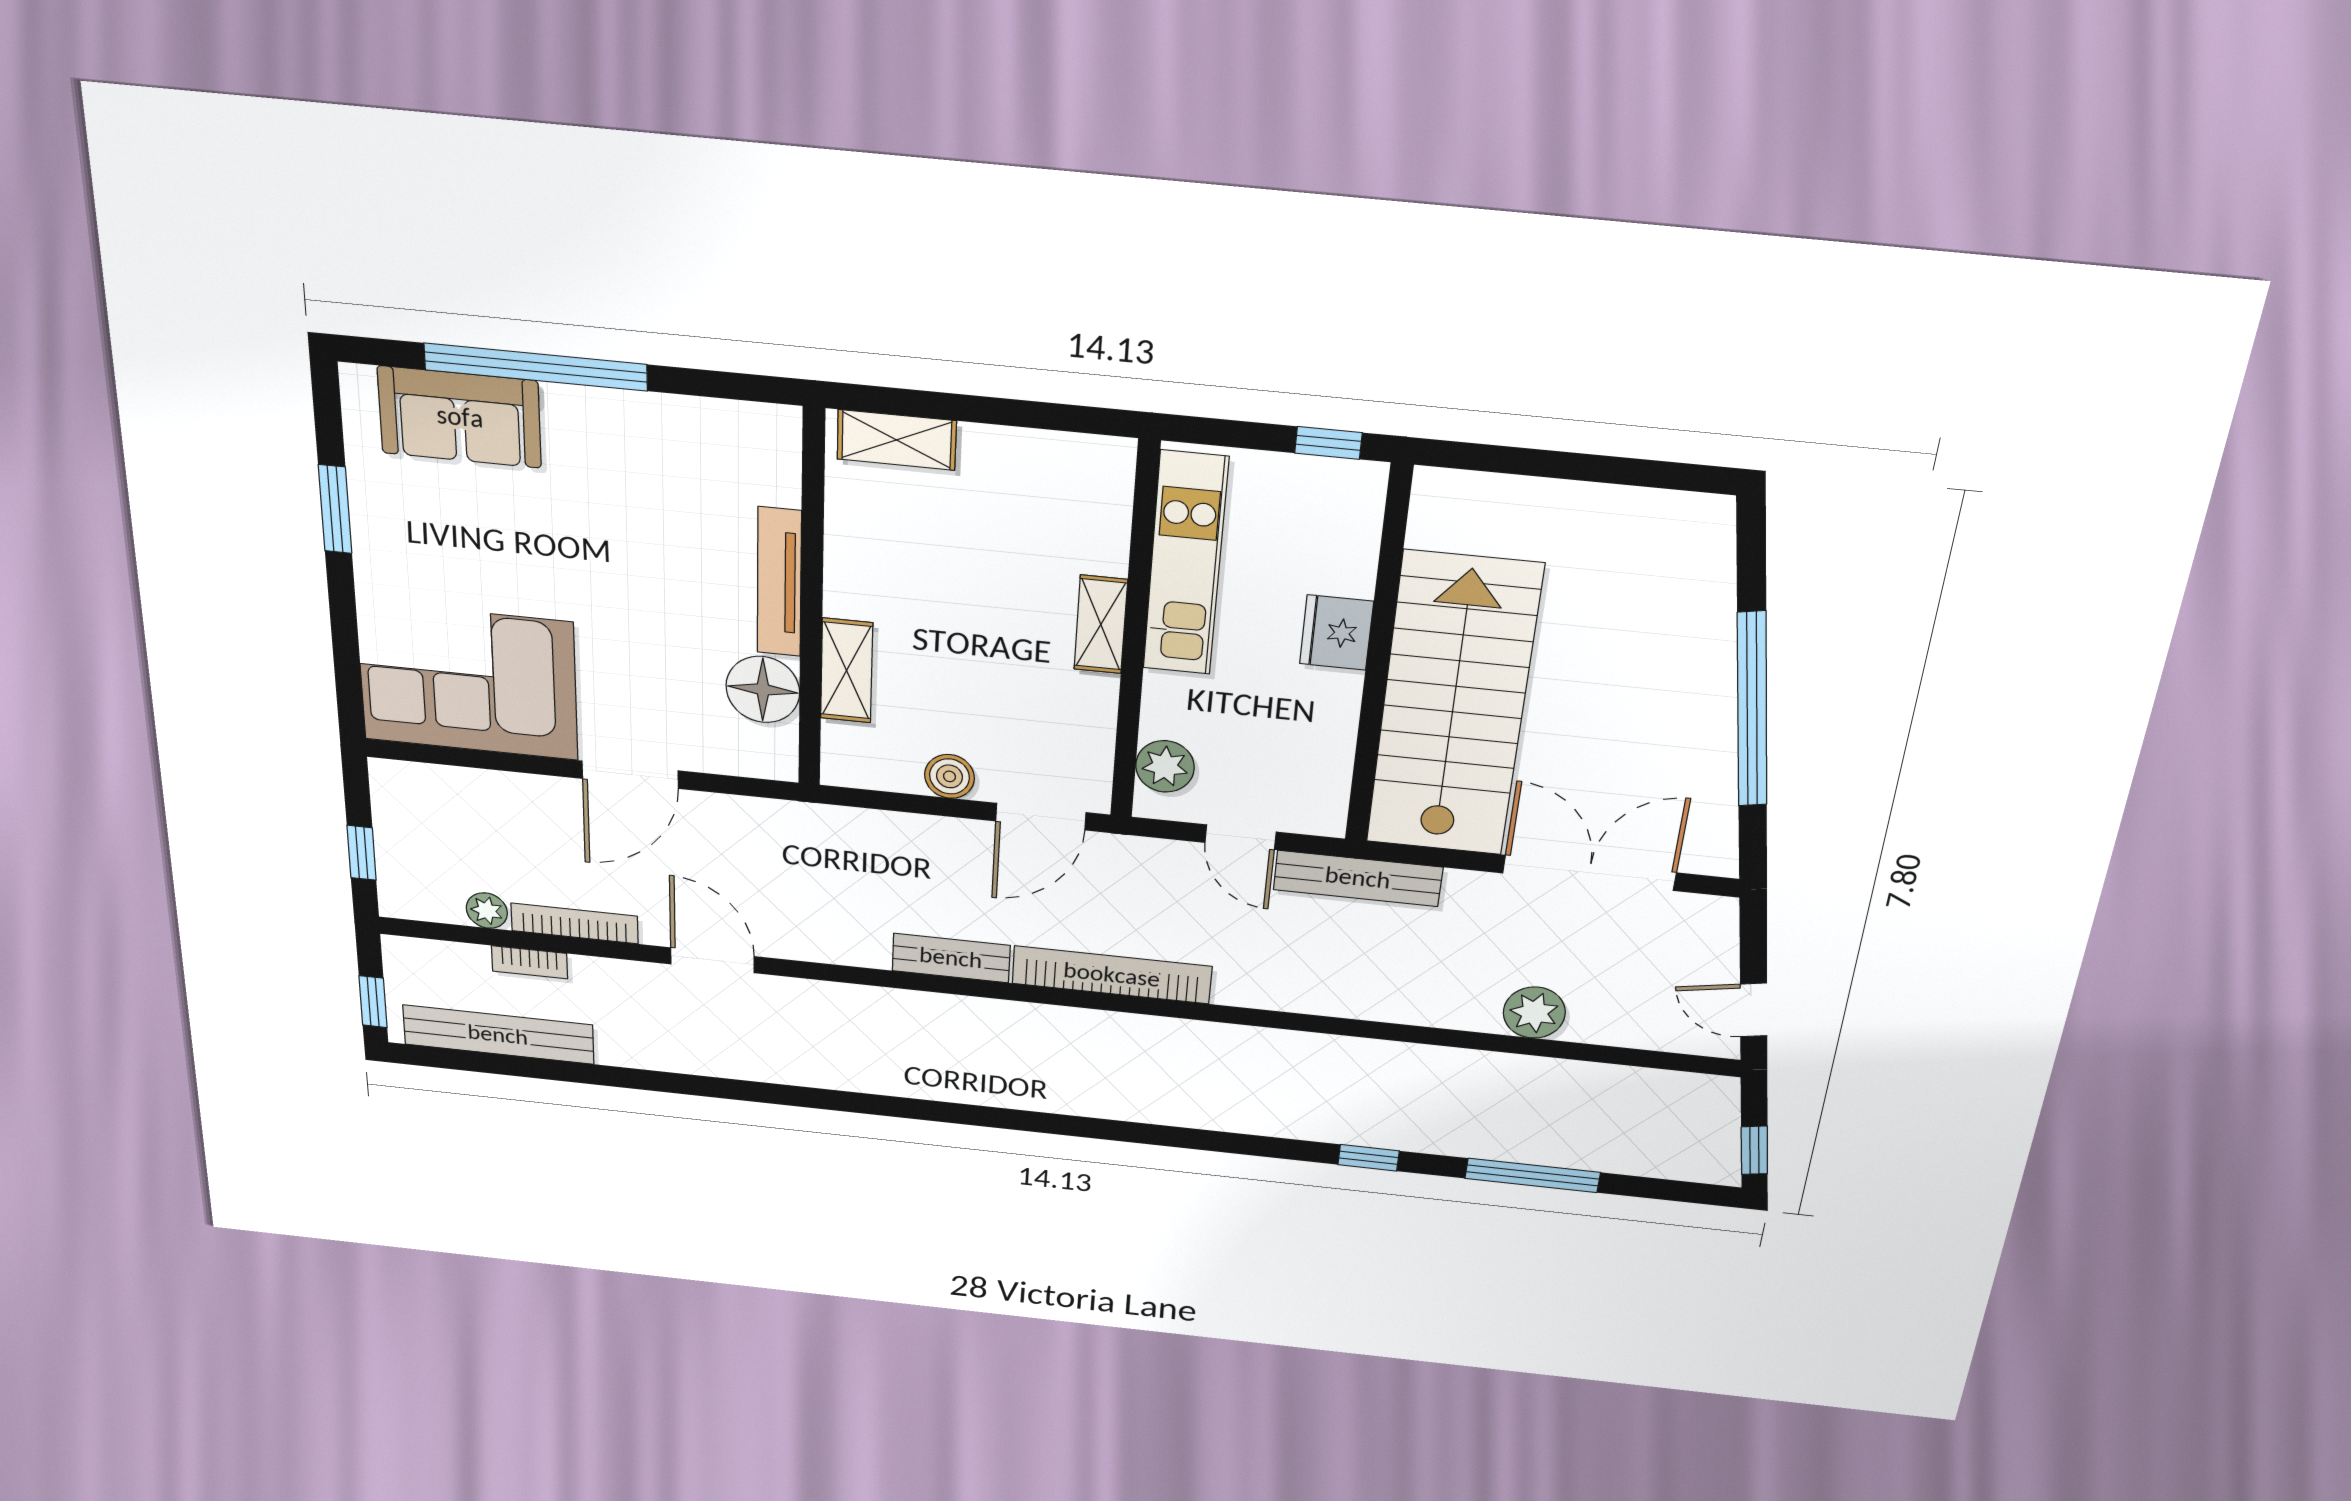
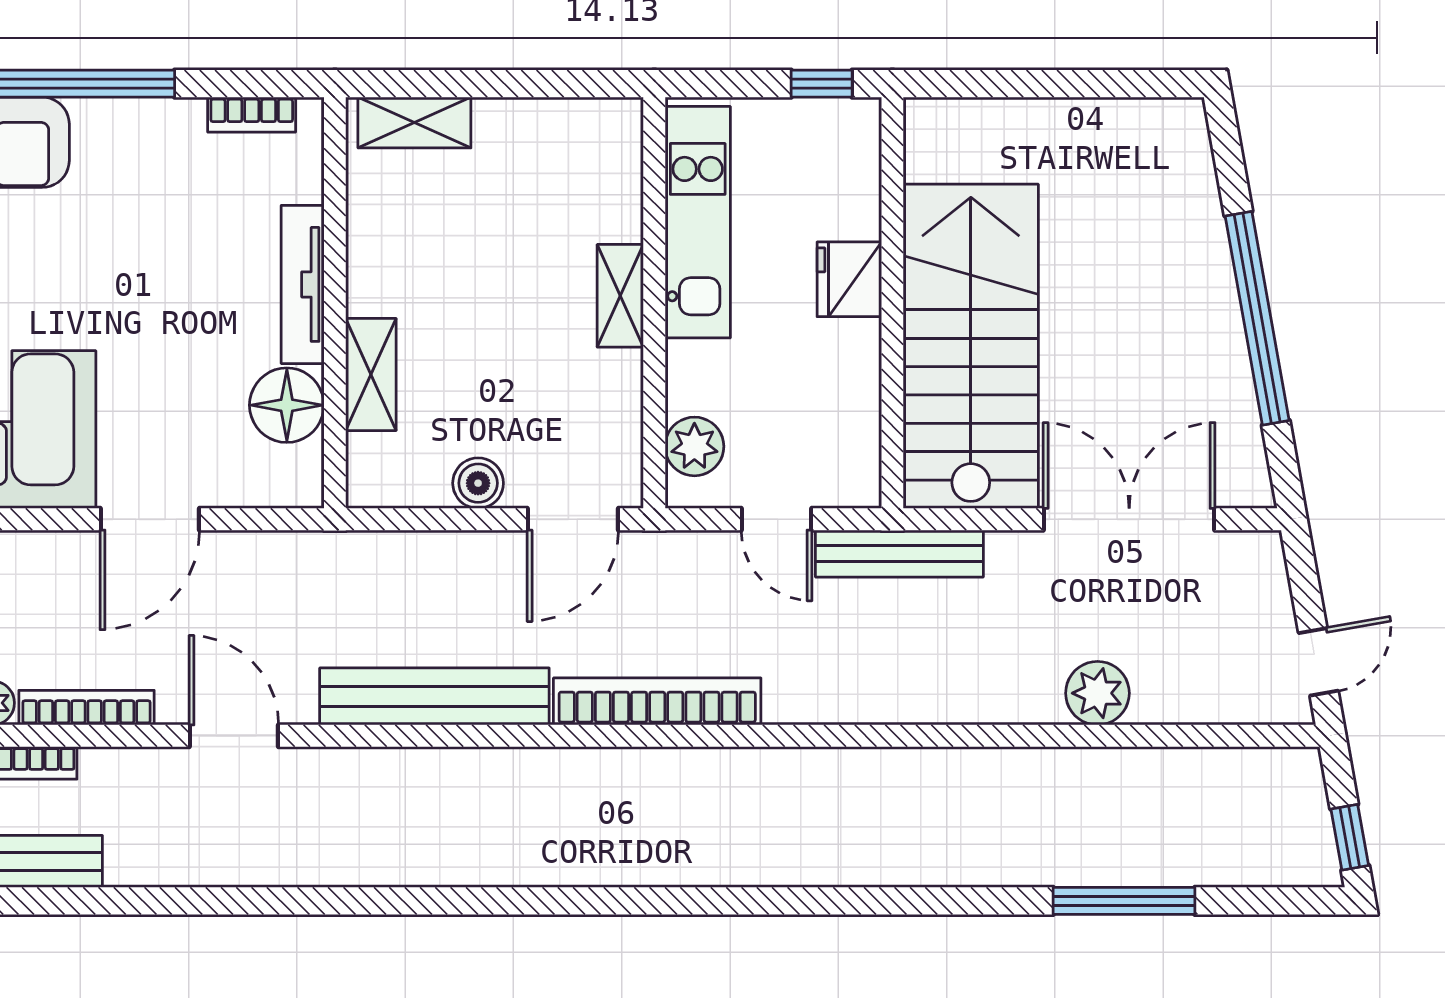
bookcase: (727, 416) -> (252, 115), added
bench: (951, 958) -> (434, 696), width x1.86, depth x1.21
door: (1754, 1010) -> (1318, 662), swing flipped
window: (1369, 1158) -> (948, 901), removed

